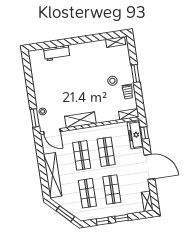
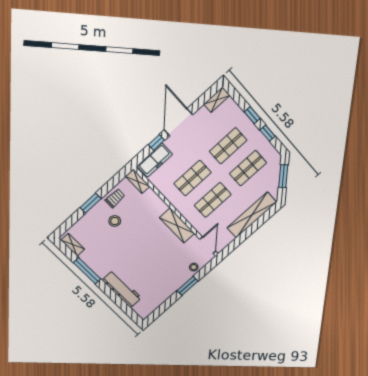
window: (91, 38) -> (87, 271), added
workbench: (57, 53) -> (122, 289), width x1.37
window: (35, 118) -> (187, 286), moved
window: (144, 133) -> (156, 142), moved

